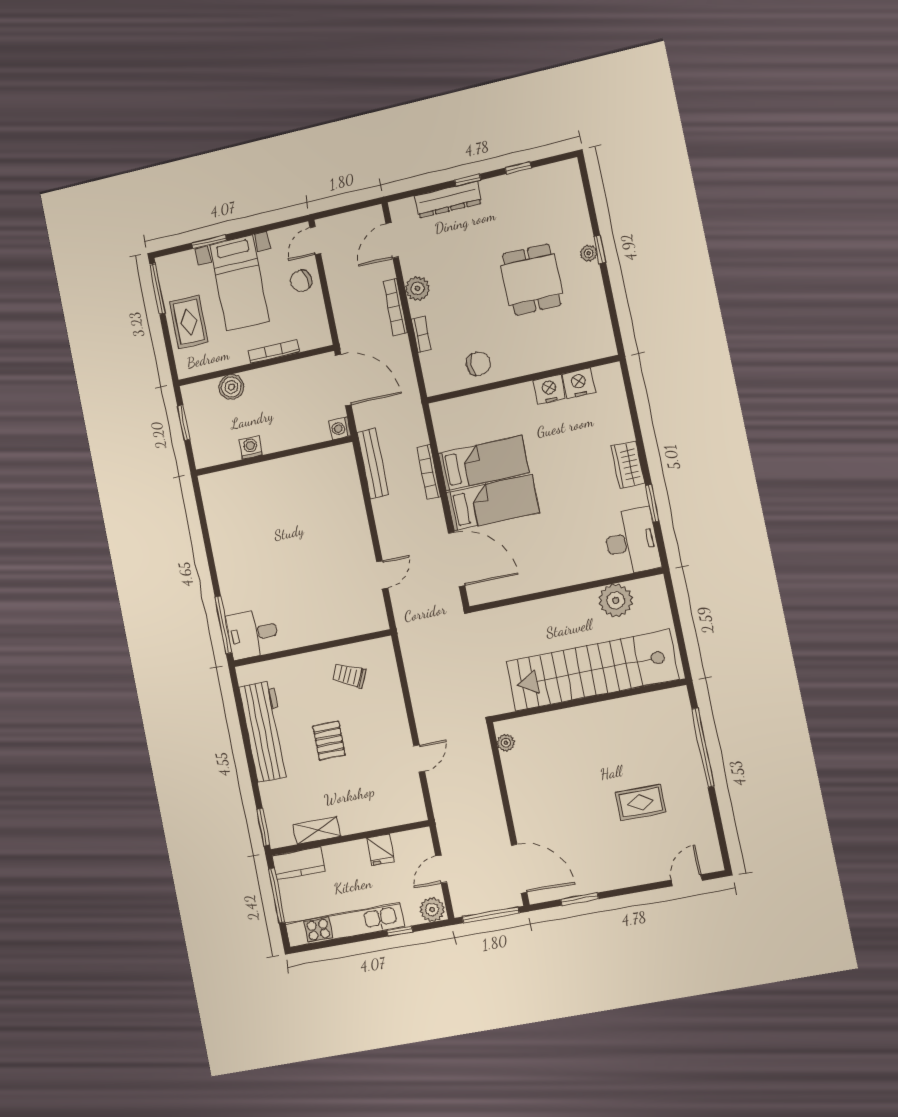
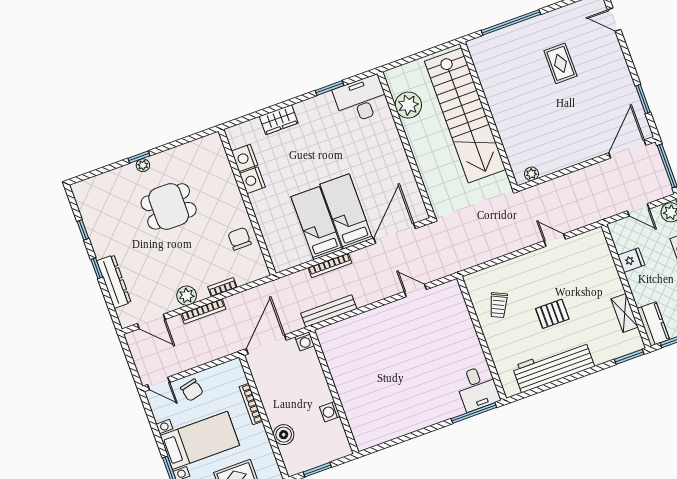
wardrobe: (628, 465) -> (279, 120), moved

